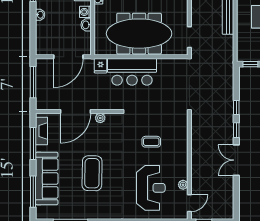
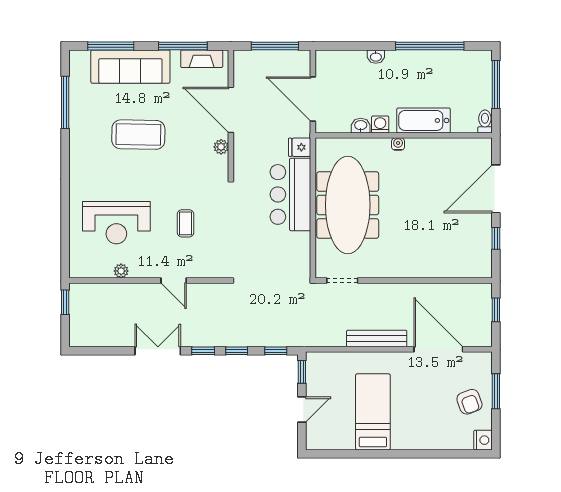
window: (236, 82) -> (276, 351), added
door: (189, 203) -> (174, 280), moved

